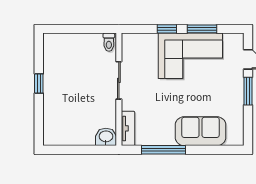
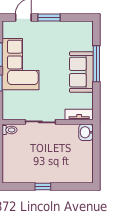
sofa: (201, 131) -> (81, 72), moved
window: (164, 150) -> (96, 64), moved

